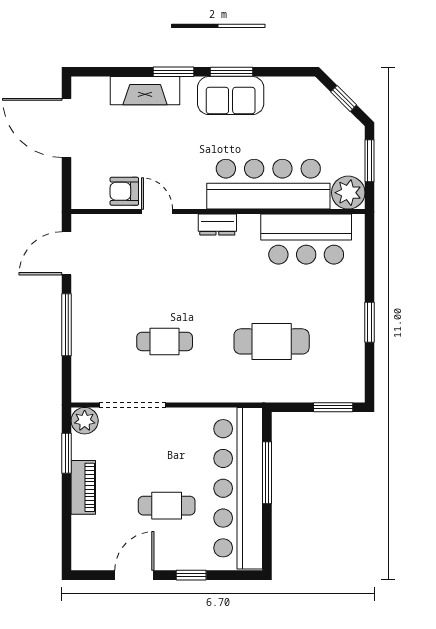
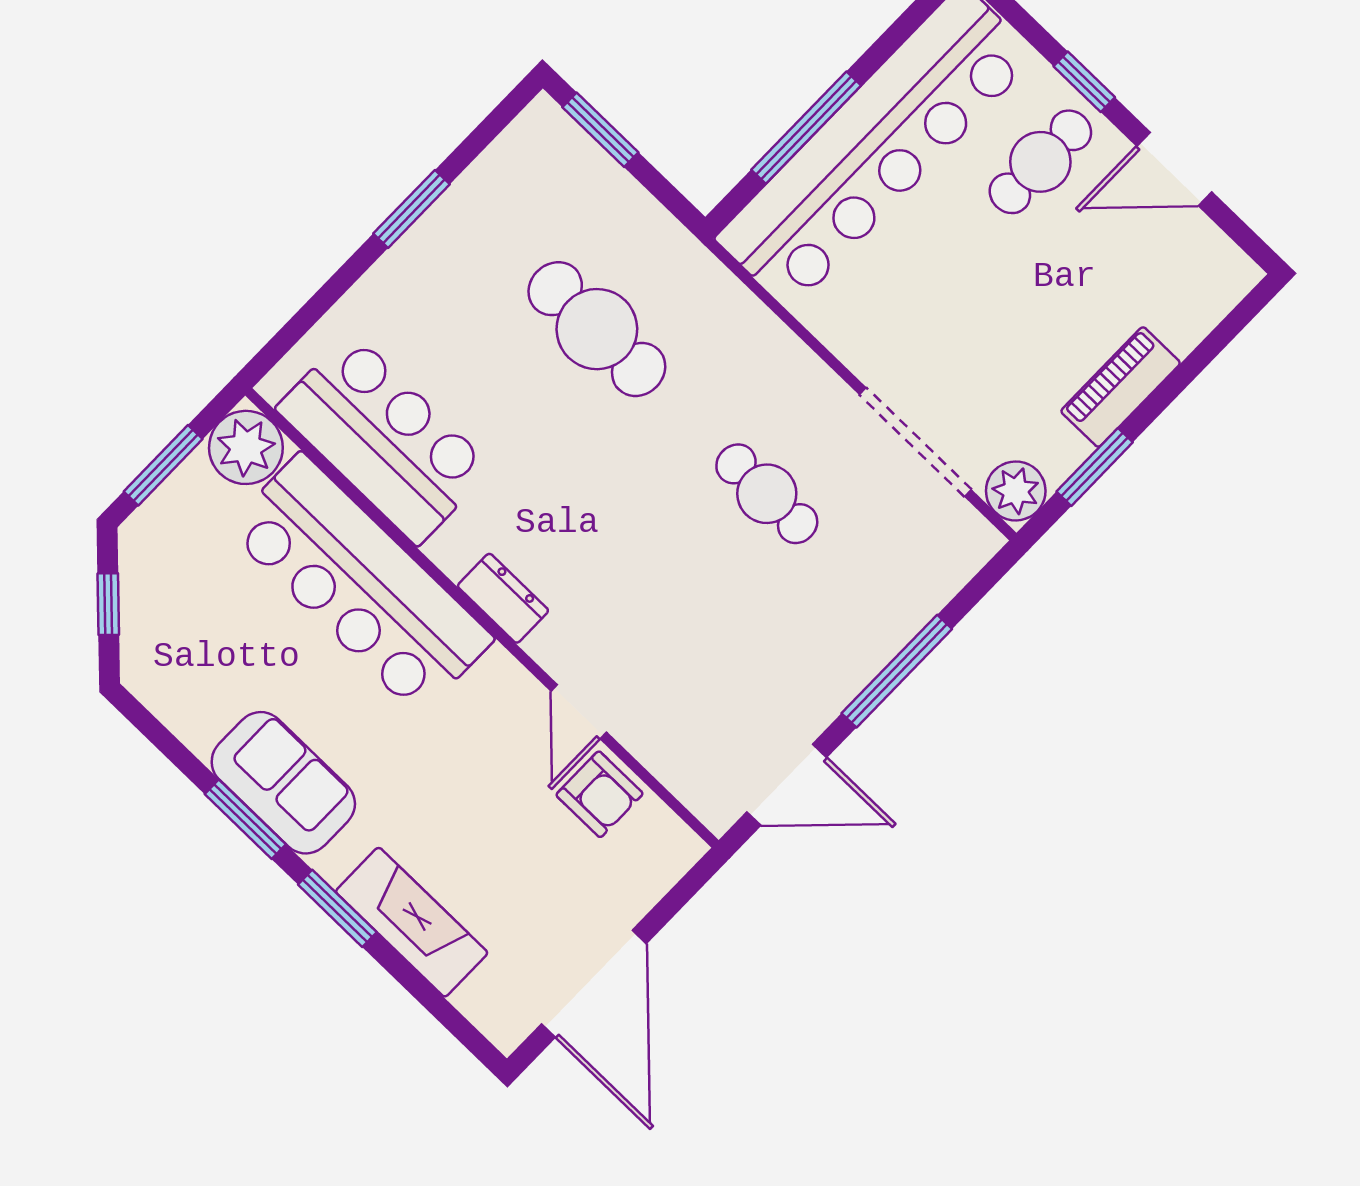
cafe table: (167, 506) -> (1040, 162), moved, turned 90

